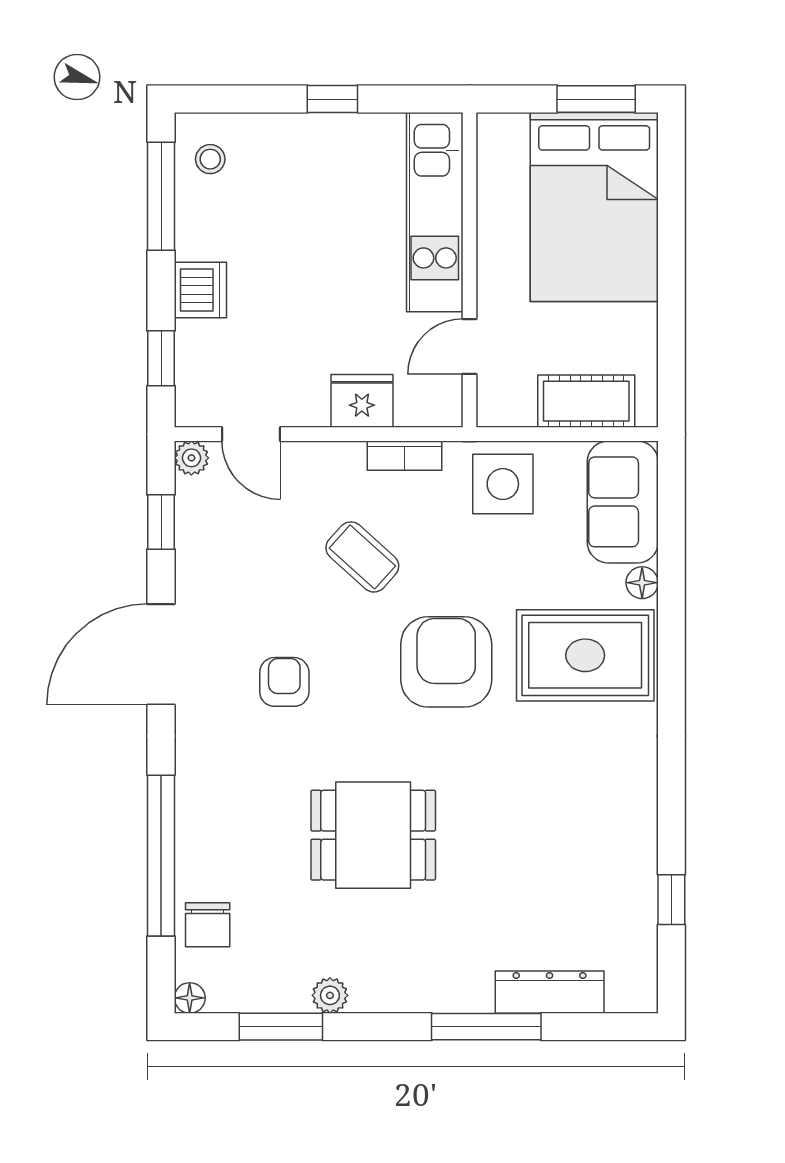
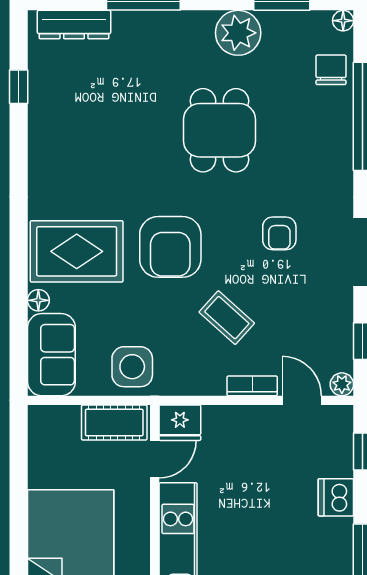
fridge: (362, 401) -> (180, 423), moved
cot: (586, 401) -> (114, 423), moved
bookcase: (405, 456) -> (252, 386), moved
dining table: (373, 835) -> (220, 130), turned 90
dresser: (550, 992) -> (74, 25), moved
plant: (330, 995) -> (238, 33), width x1.87, depth x1.87

